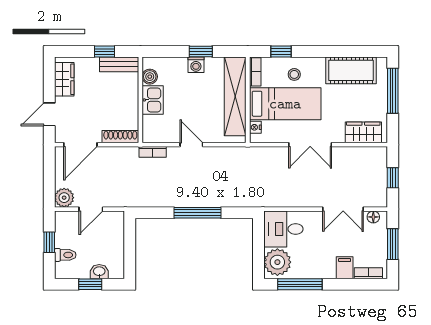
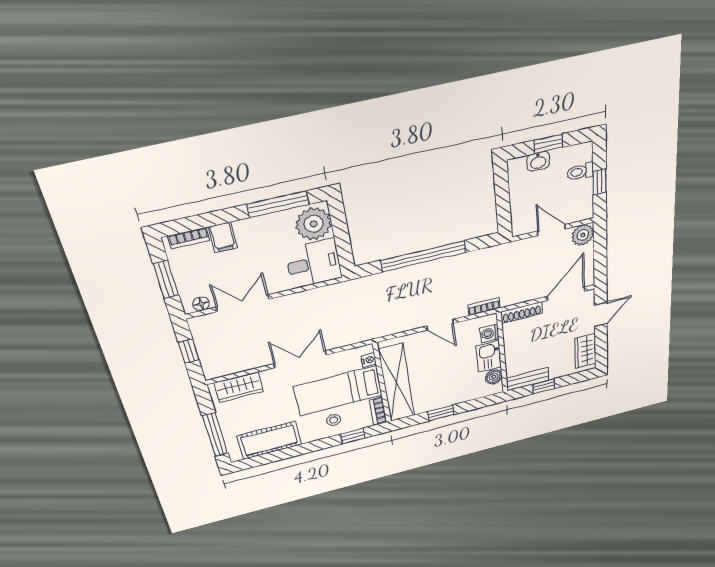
washing machine: (196, 65) -> (490, 333), moved, turned -90
door: (91, 209) -> (551, 230), hinge flipped
window: (198, 213) -> (424, 256), width x1.46

